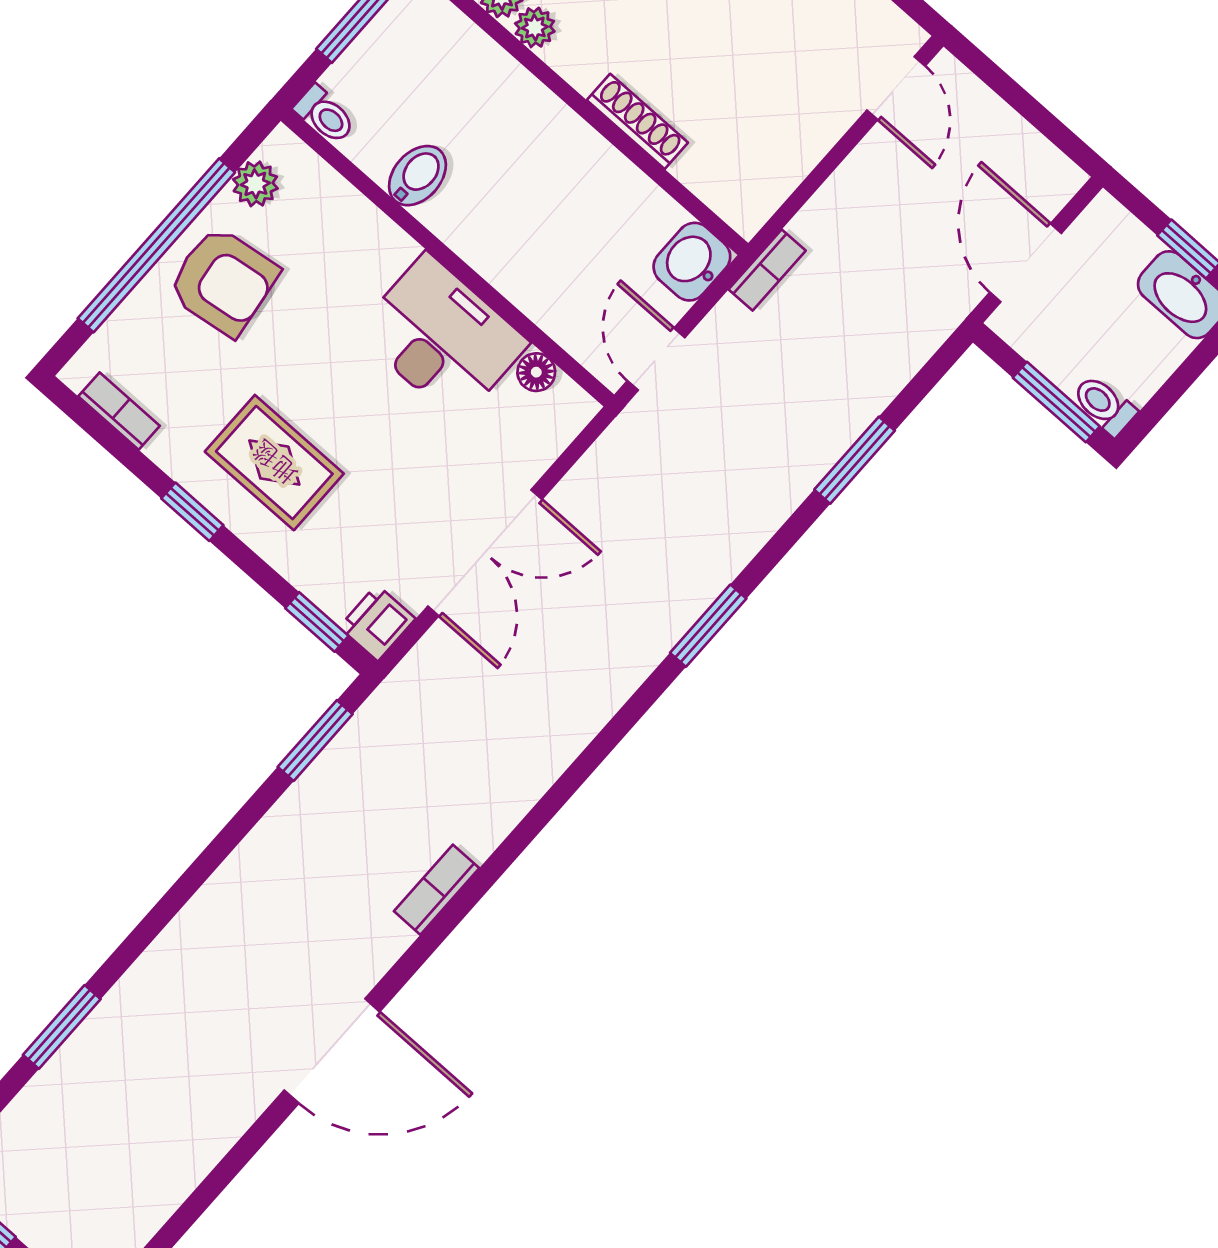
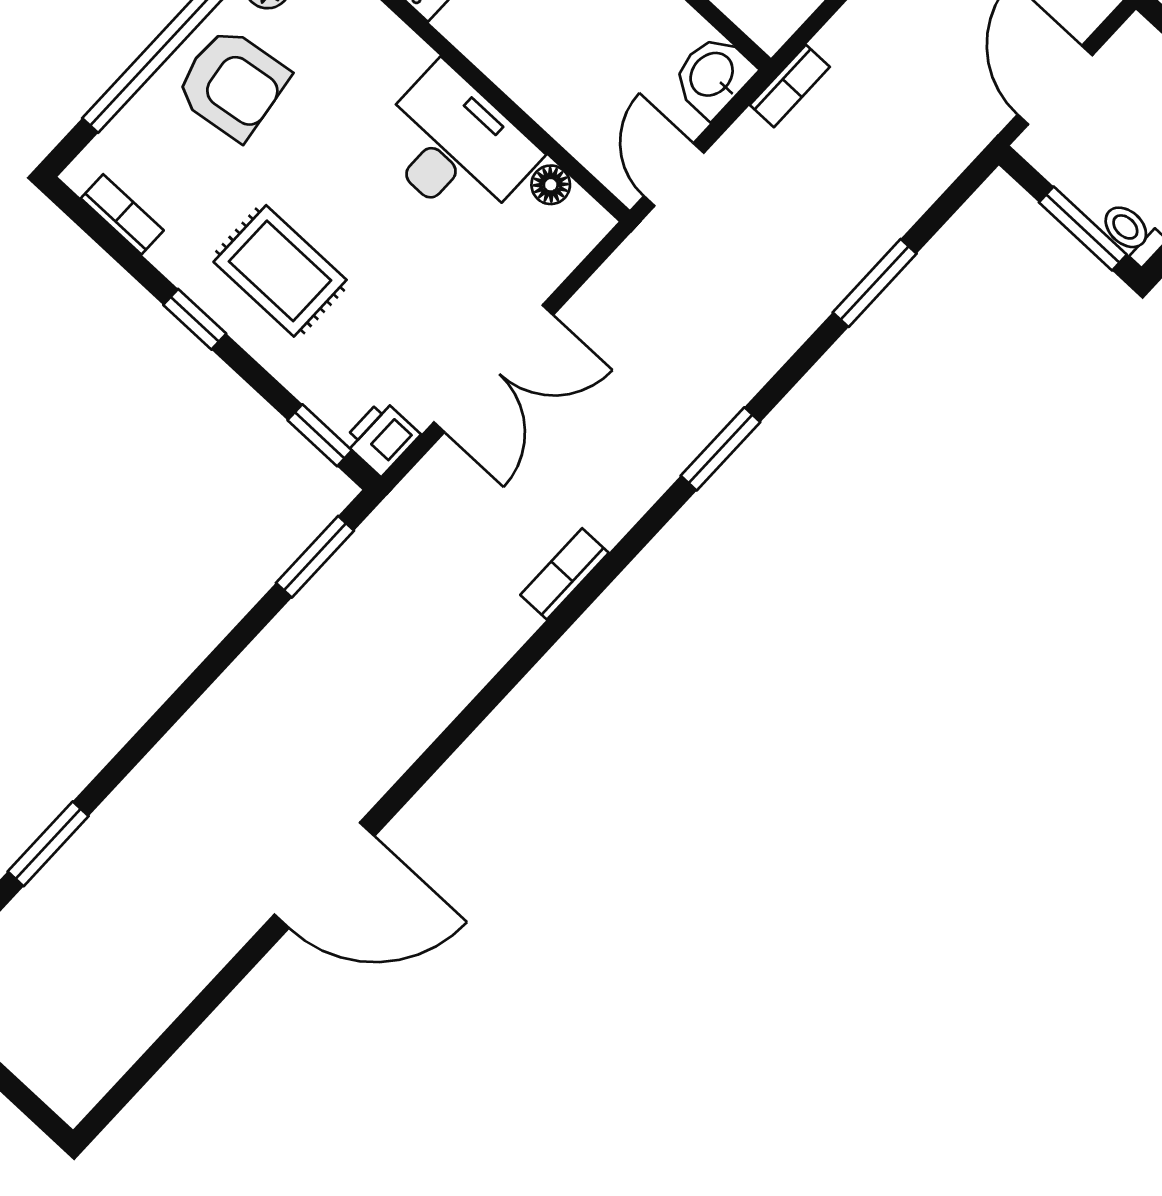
bookcase: (437, 890) -> (565, 574), moved

